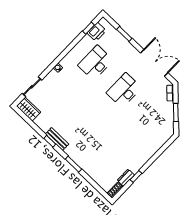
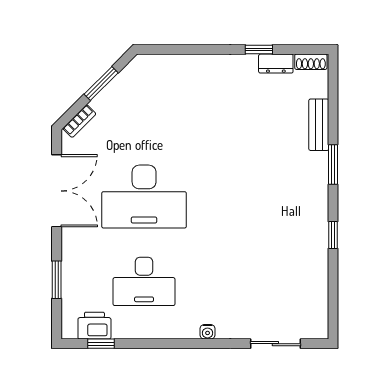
double door: (154, 63) -> (57, 191), swing flipped
desk: (124, 90) -> (144, 197), width x1.36, depth x1.30
wardrobe: (29, 109) -> (315, 316), removed
bench: (57, 139) -> (319, 125), moved

